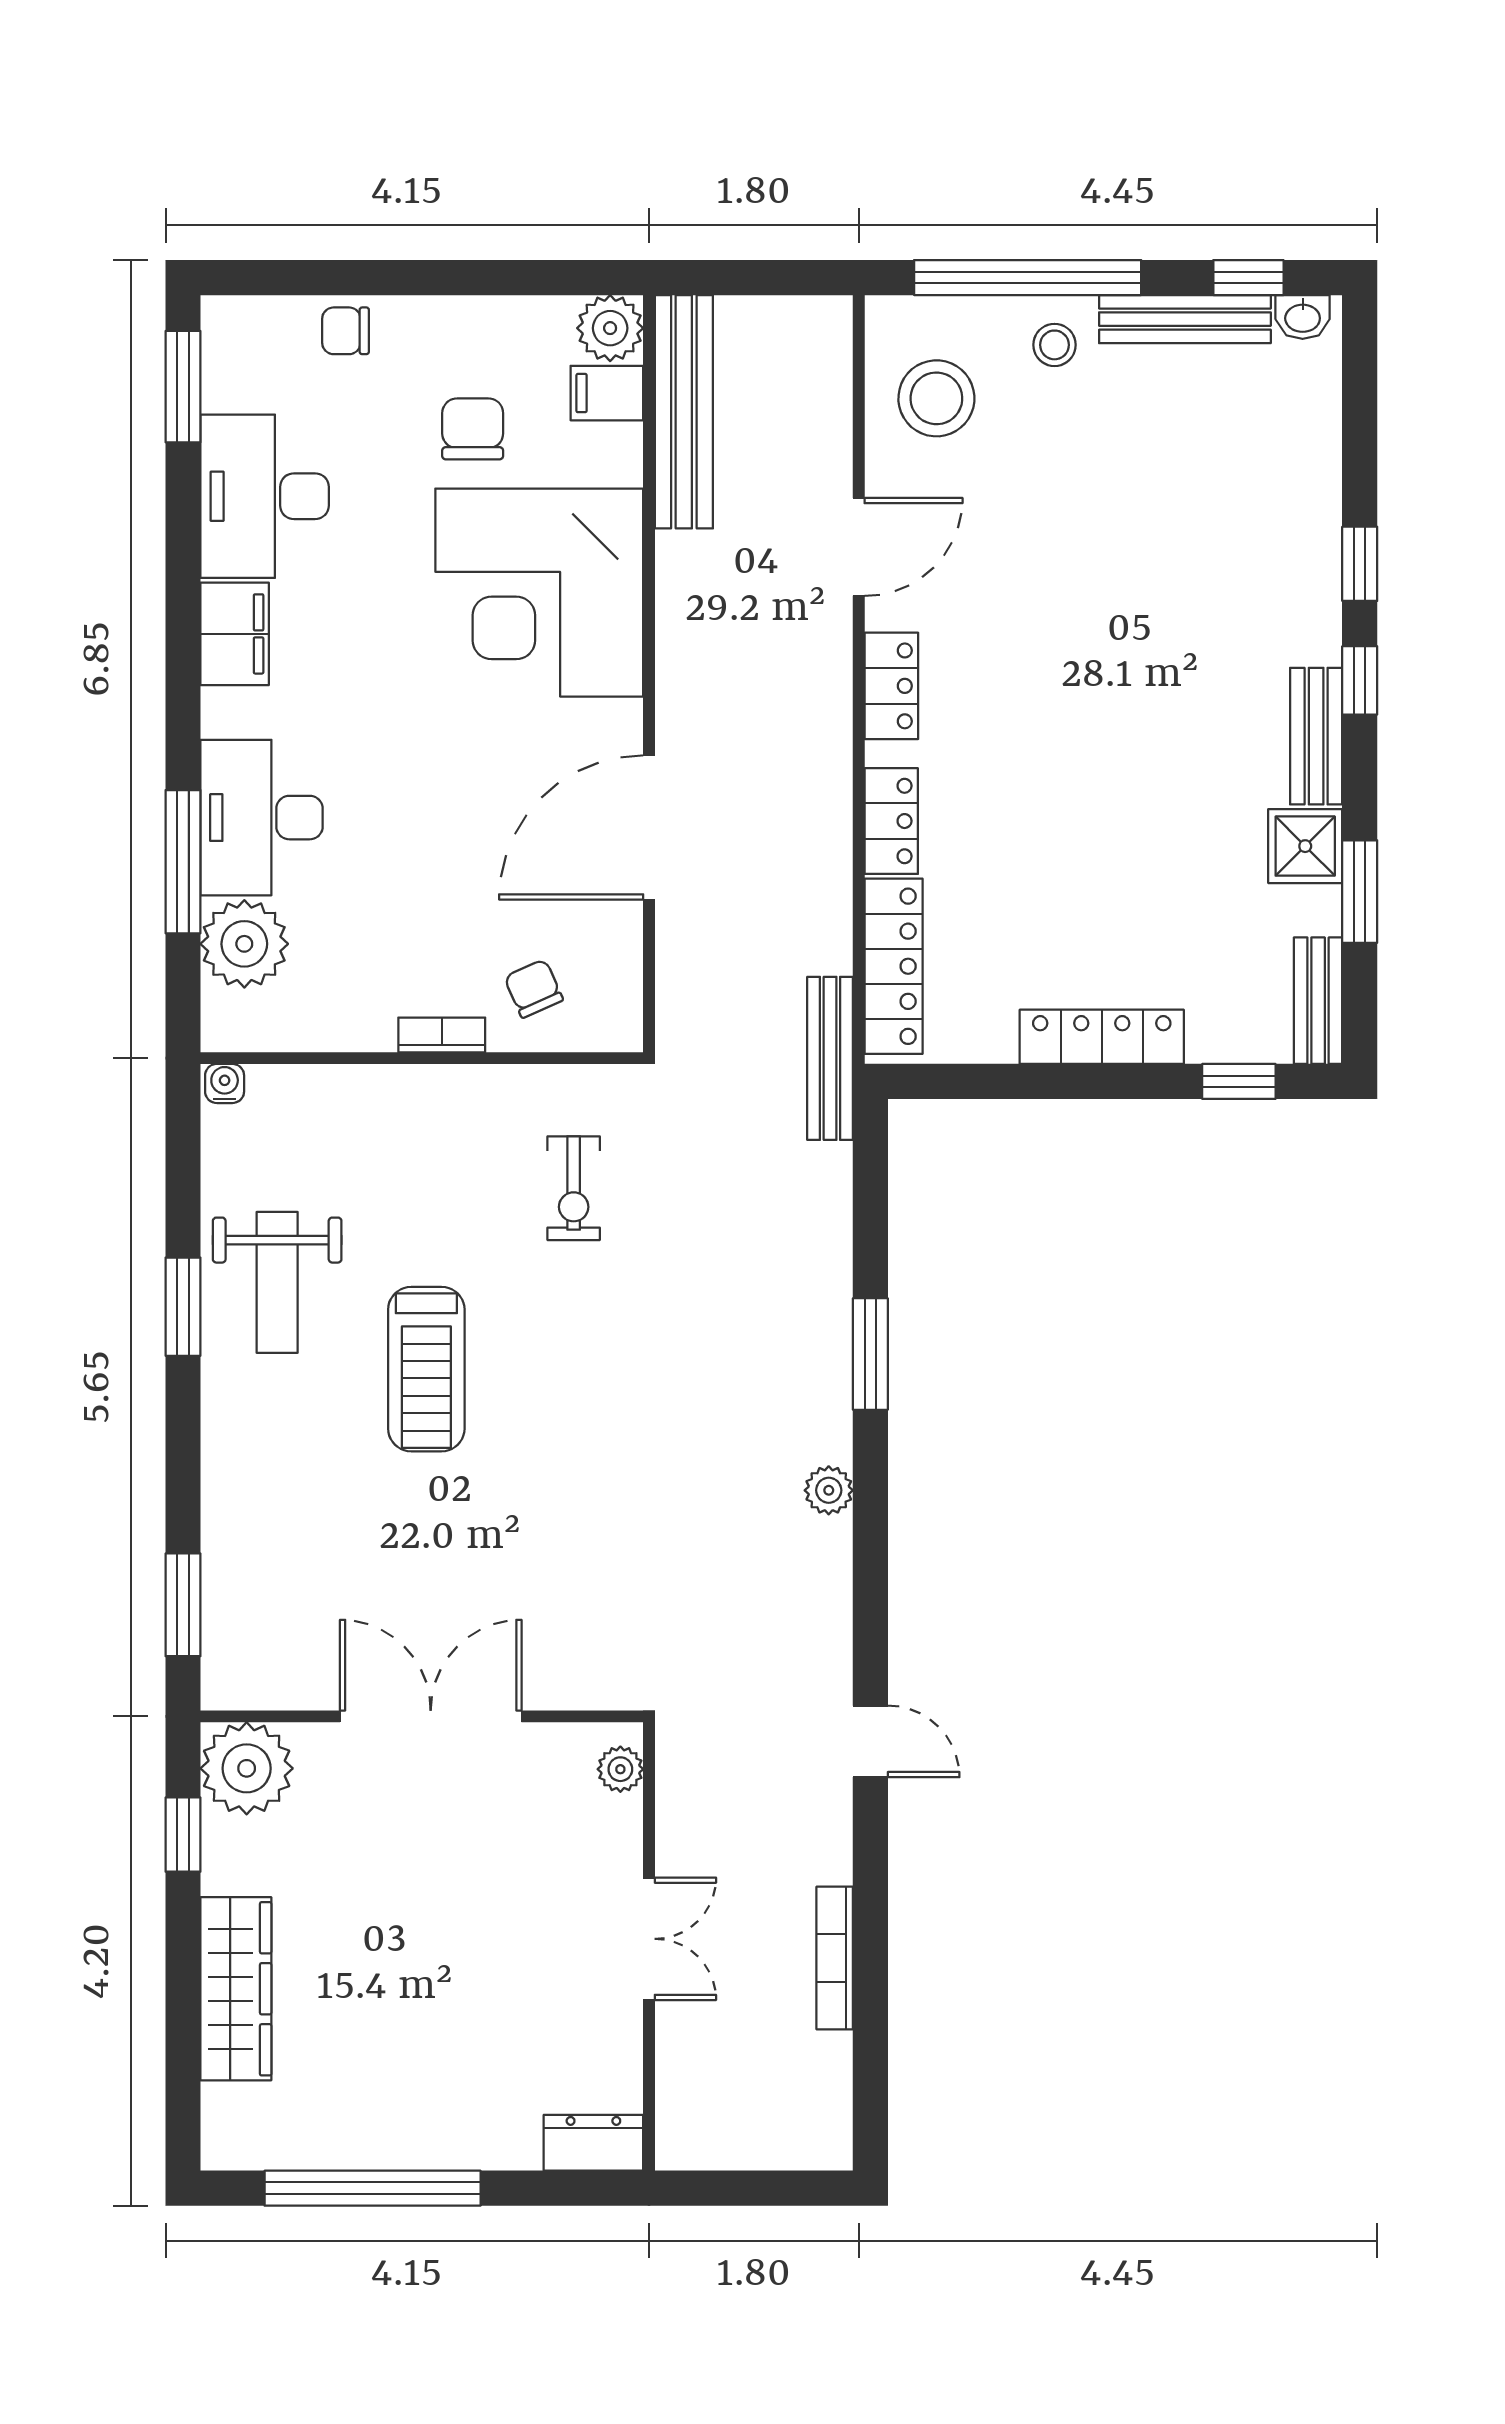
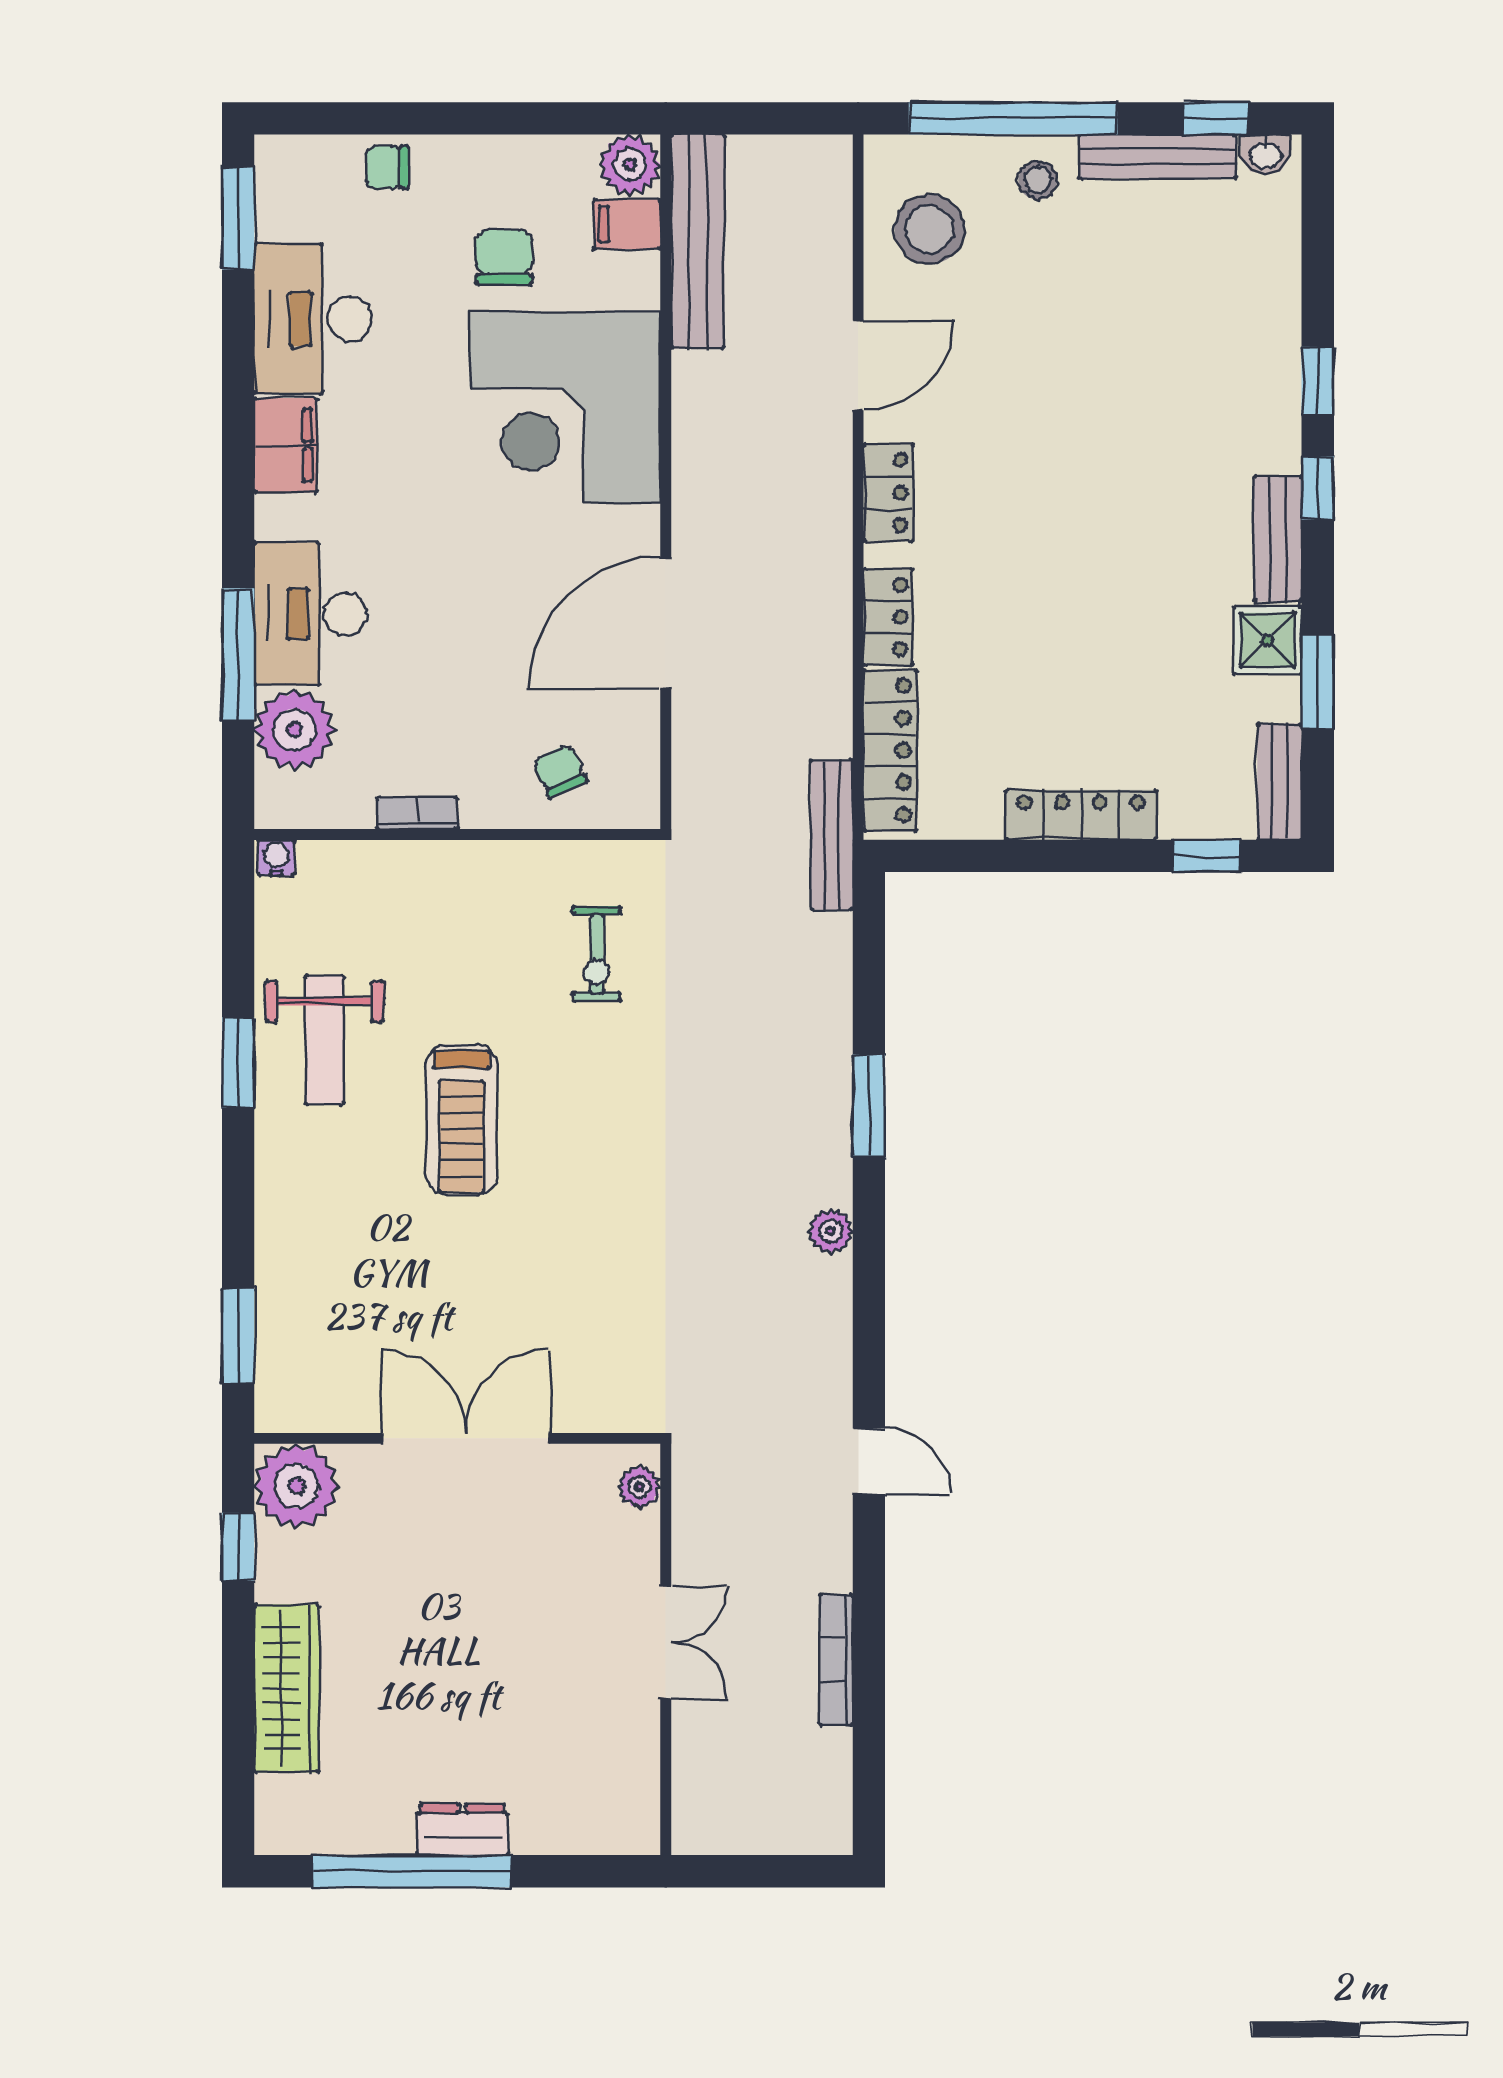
bookcase: (442, 1035) -> (417, 813), moved
dresser: (593, 2143) -> (462, 1830), moved

